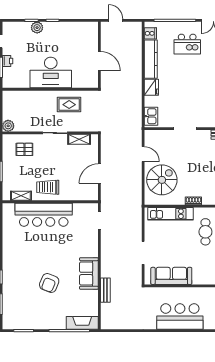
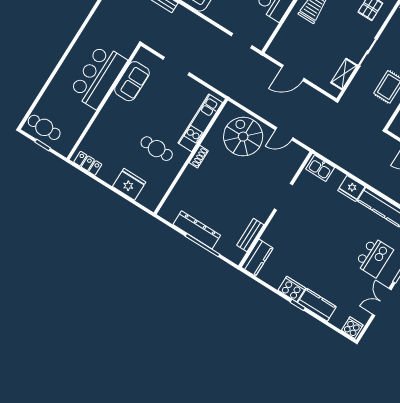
kitchen island: (187, 44) -> (374, 257), turned 180
door: (99, 173) -> (293, 73), swing flipped
spiral stairs: (162, 180) -> (243, 137), turned 180
sofa: (171, 276) -> (132, 81), width x0.73
bar counter: (180, 316) -> (98, 76), moved, turned 180

